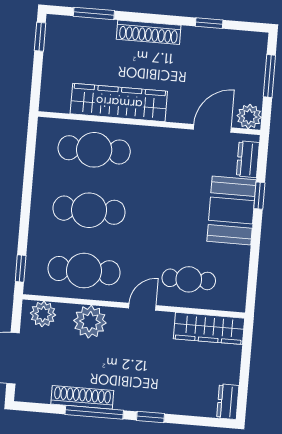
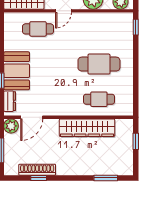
shoe rack: (149, 32) -> (37, 170), moved
window: (40, 37) -> (136, 141), moved
cafe table: (94, 150) -> (99, 99), width x0.73, depth x0.74
cafe table: (84, 271) -> (99, 29), removed

